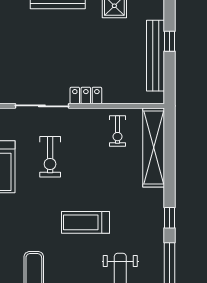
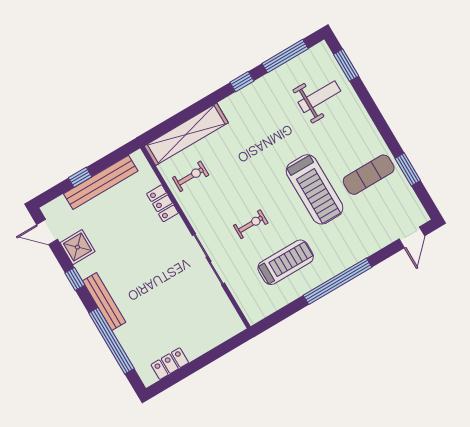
locker: (86, 95) -> (162, 203), moved
exercise bike: (50, 157) -> (251, 224), width x0.73, depth x0.72
treadmill: (86, 222) -> (315, 189), moved, width x1.37, depth x1.37

